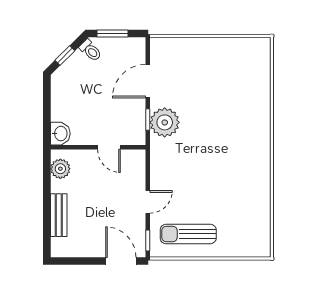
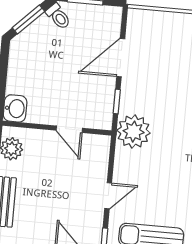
window: (65, 56) -> (28, 20), width x1.50
plant: (165, 122) -> (134, 132), moved

